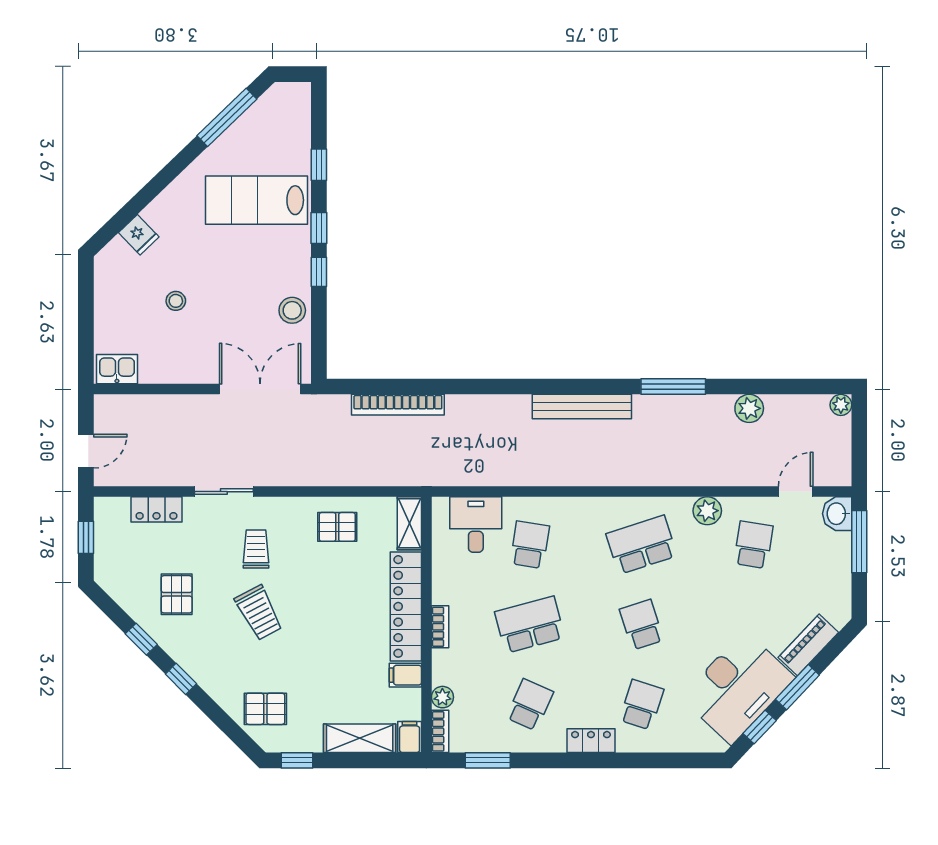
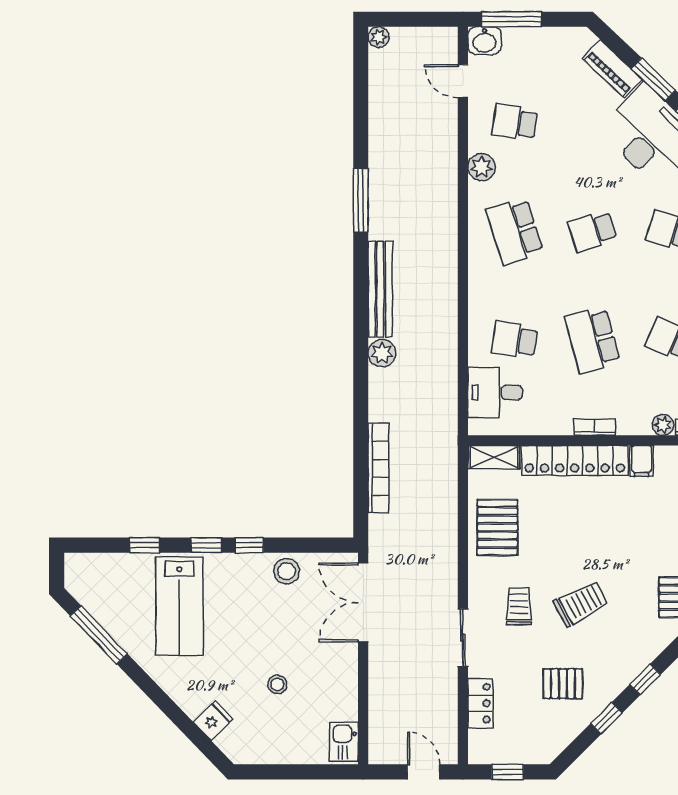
plant: (749, 408) -> (382, 353), moved
pallet: (337, 527) -> (497, 527), width x1.50, depth x1.42
trolley: (256, 549) -> (519, 606), turned 90

